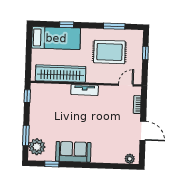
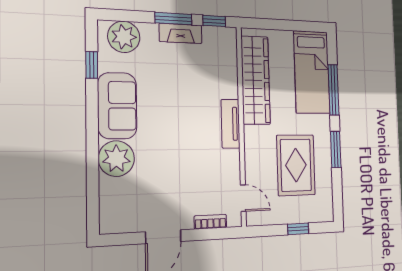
window: (67, 25) -> (333, 90), width x2.17
window: (114, 26) -> (336, 149), moved
fireplace: (35, 116) -> (181, 33), added
window: (26, 135) -> (173, 19), moved
plant: (130, 159) -> (116, 159), moved, width x1.88, depth x1.88

